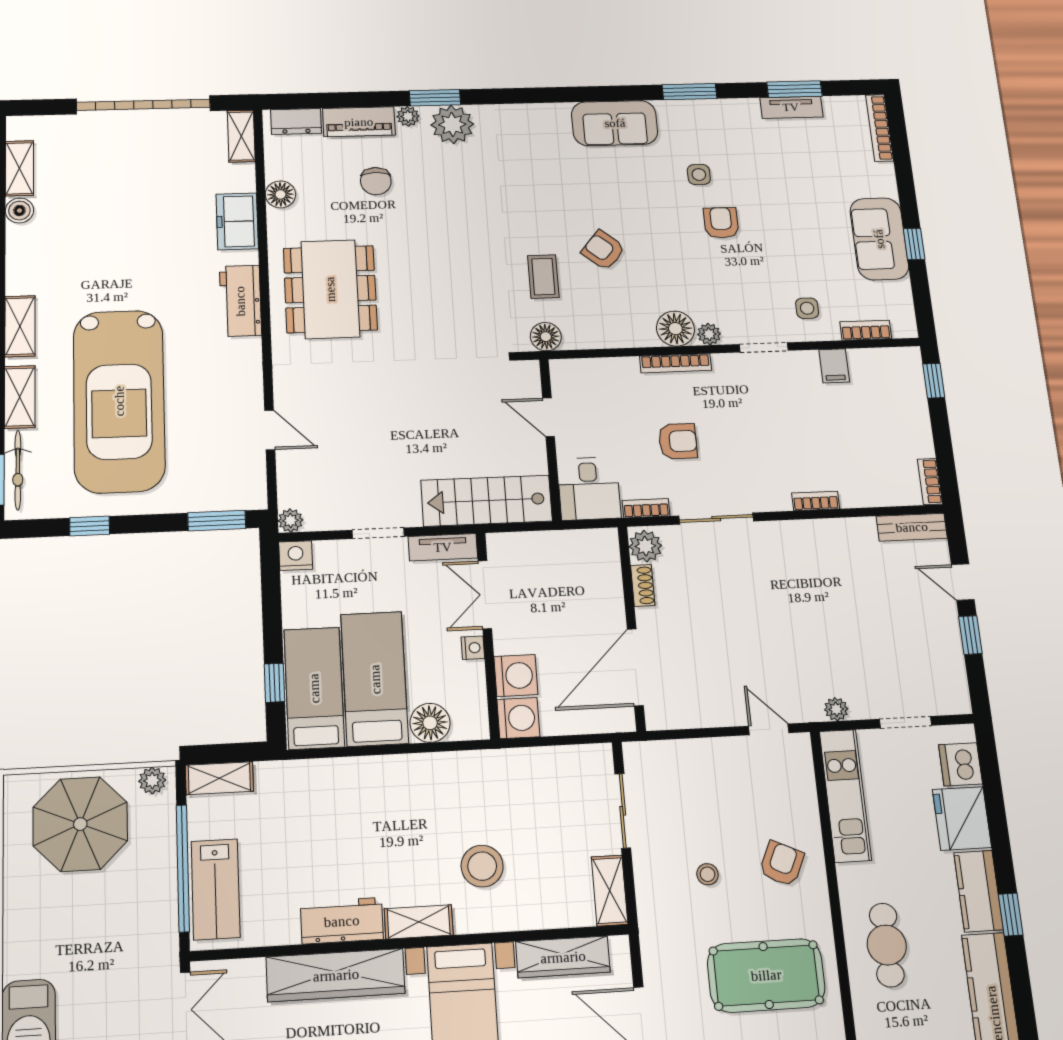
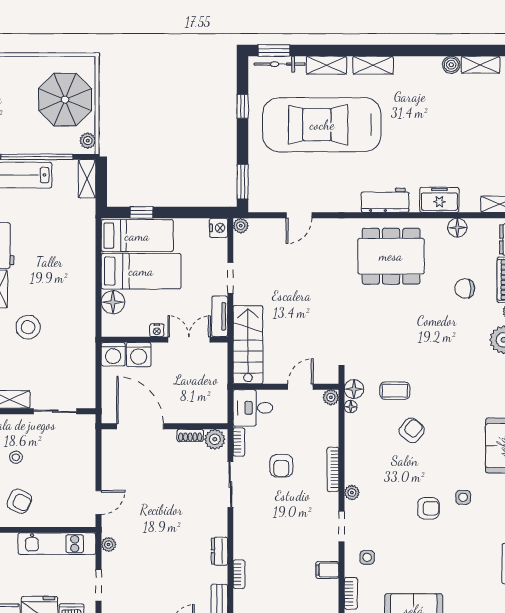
floor lamp: (675, 329) -> (351, 407), moved, width x0.53, depth x0.53
plant: (562, 371) -> (331, 397), added
bookcase: (816, 501) -> (239, 574), moved
dresser: (825, 531) -> (220, 551), added

